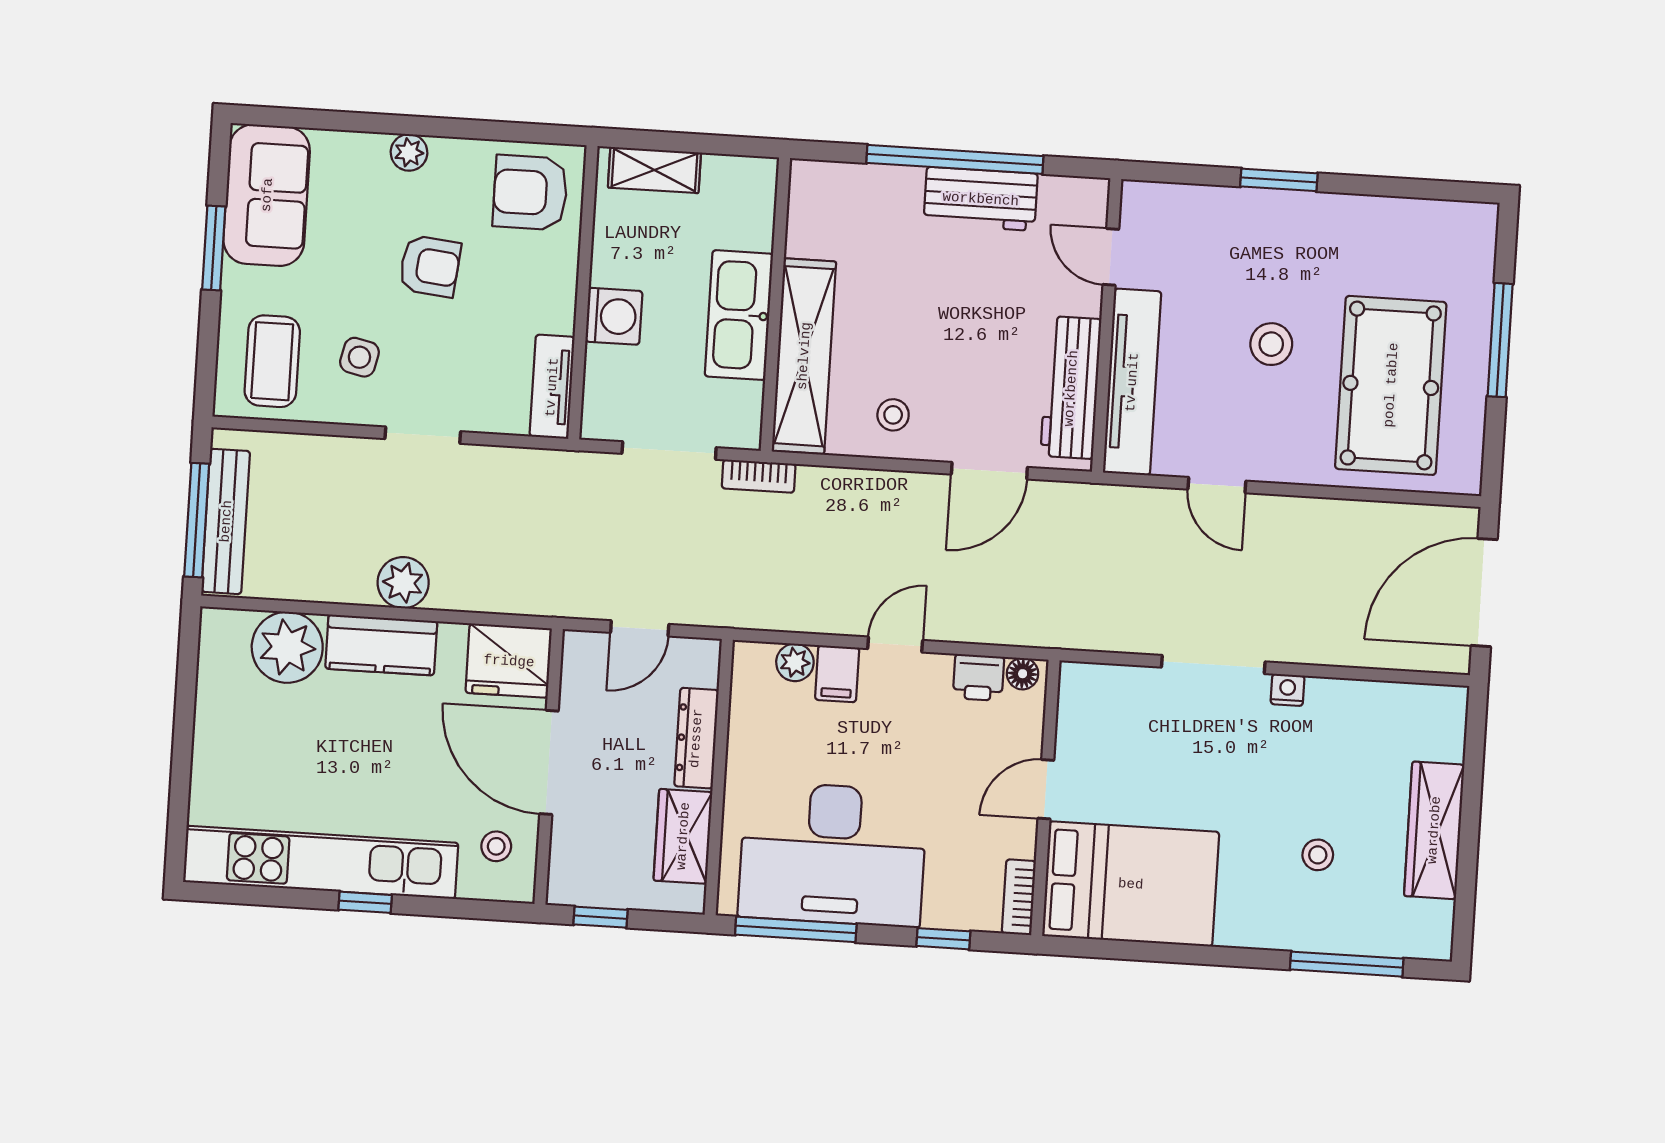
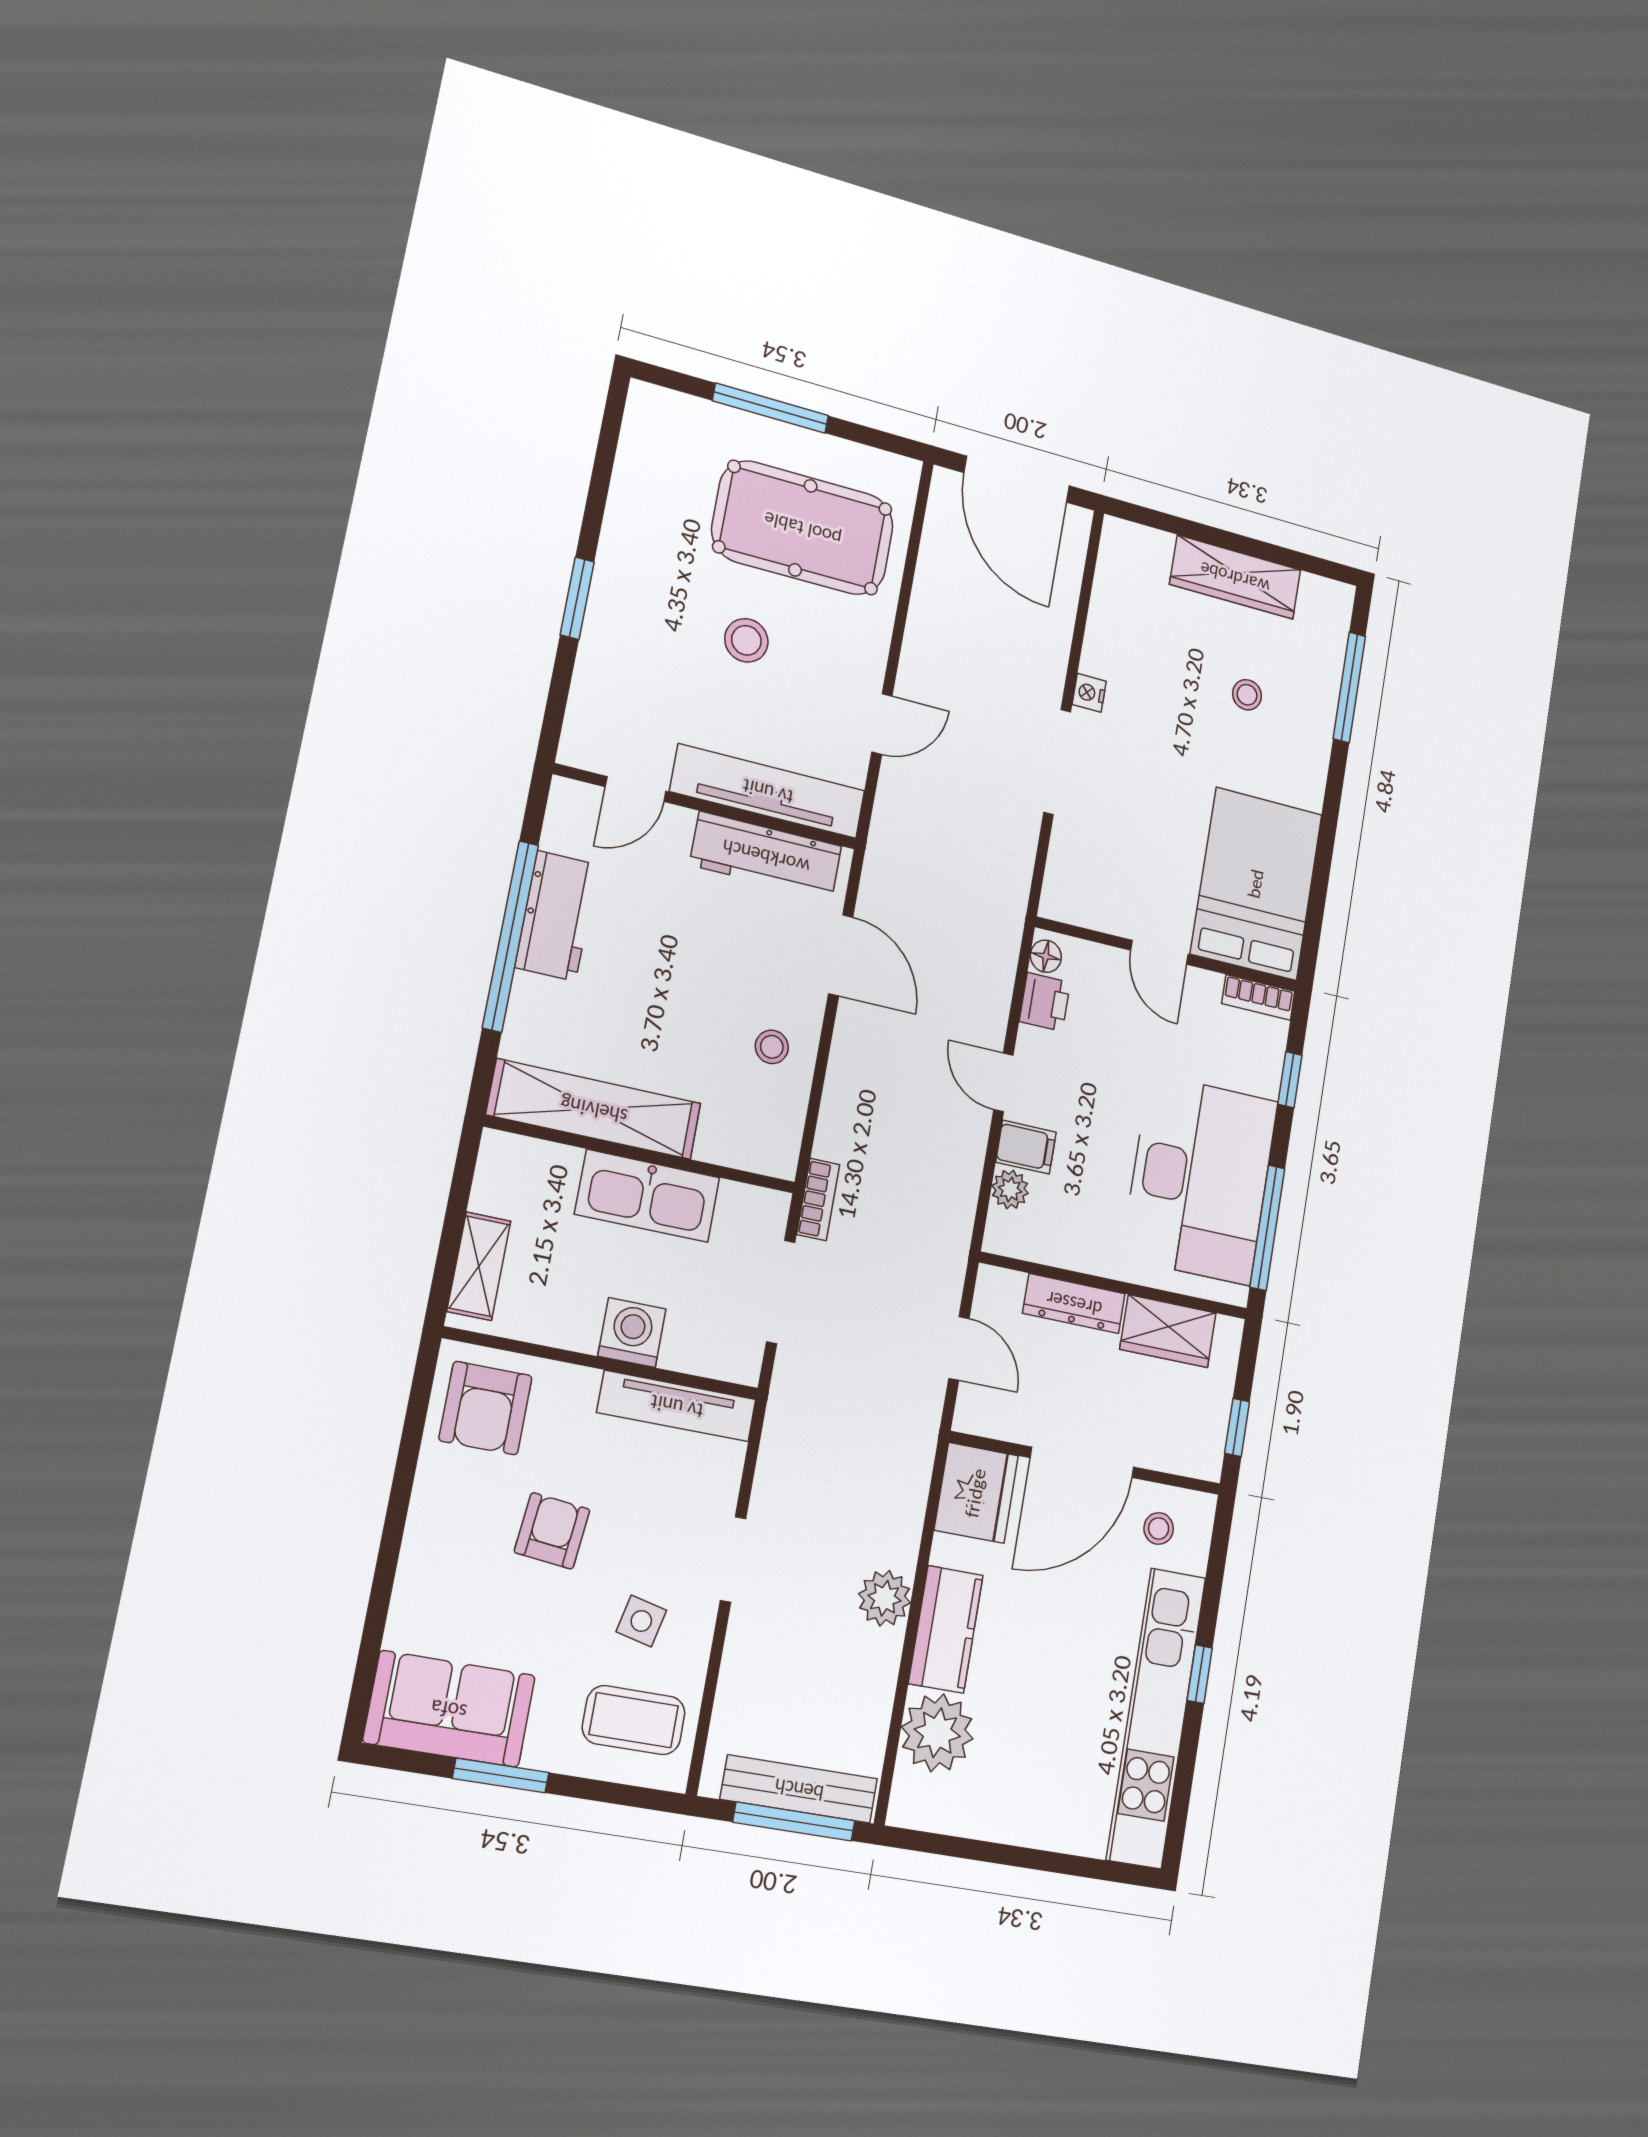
plant: (409, 152) -> (423, 1540), removed
shelving: (804, 356) -> (594, 1109), moved
tv unit: (552, 387) -> (677, 1406), width x1.41

